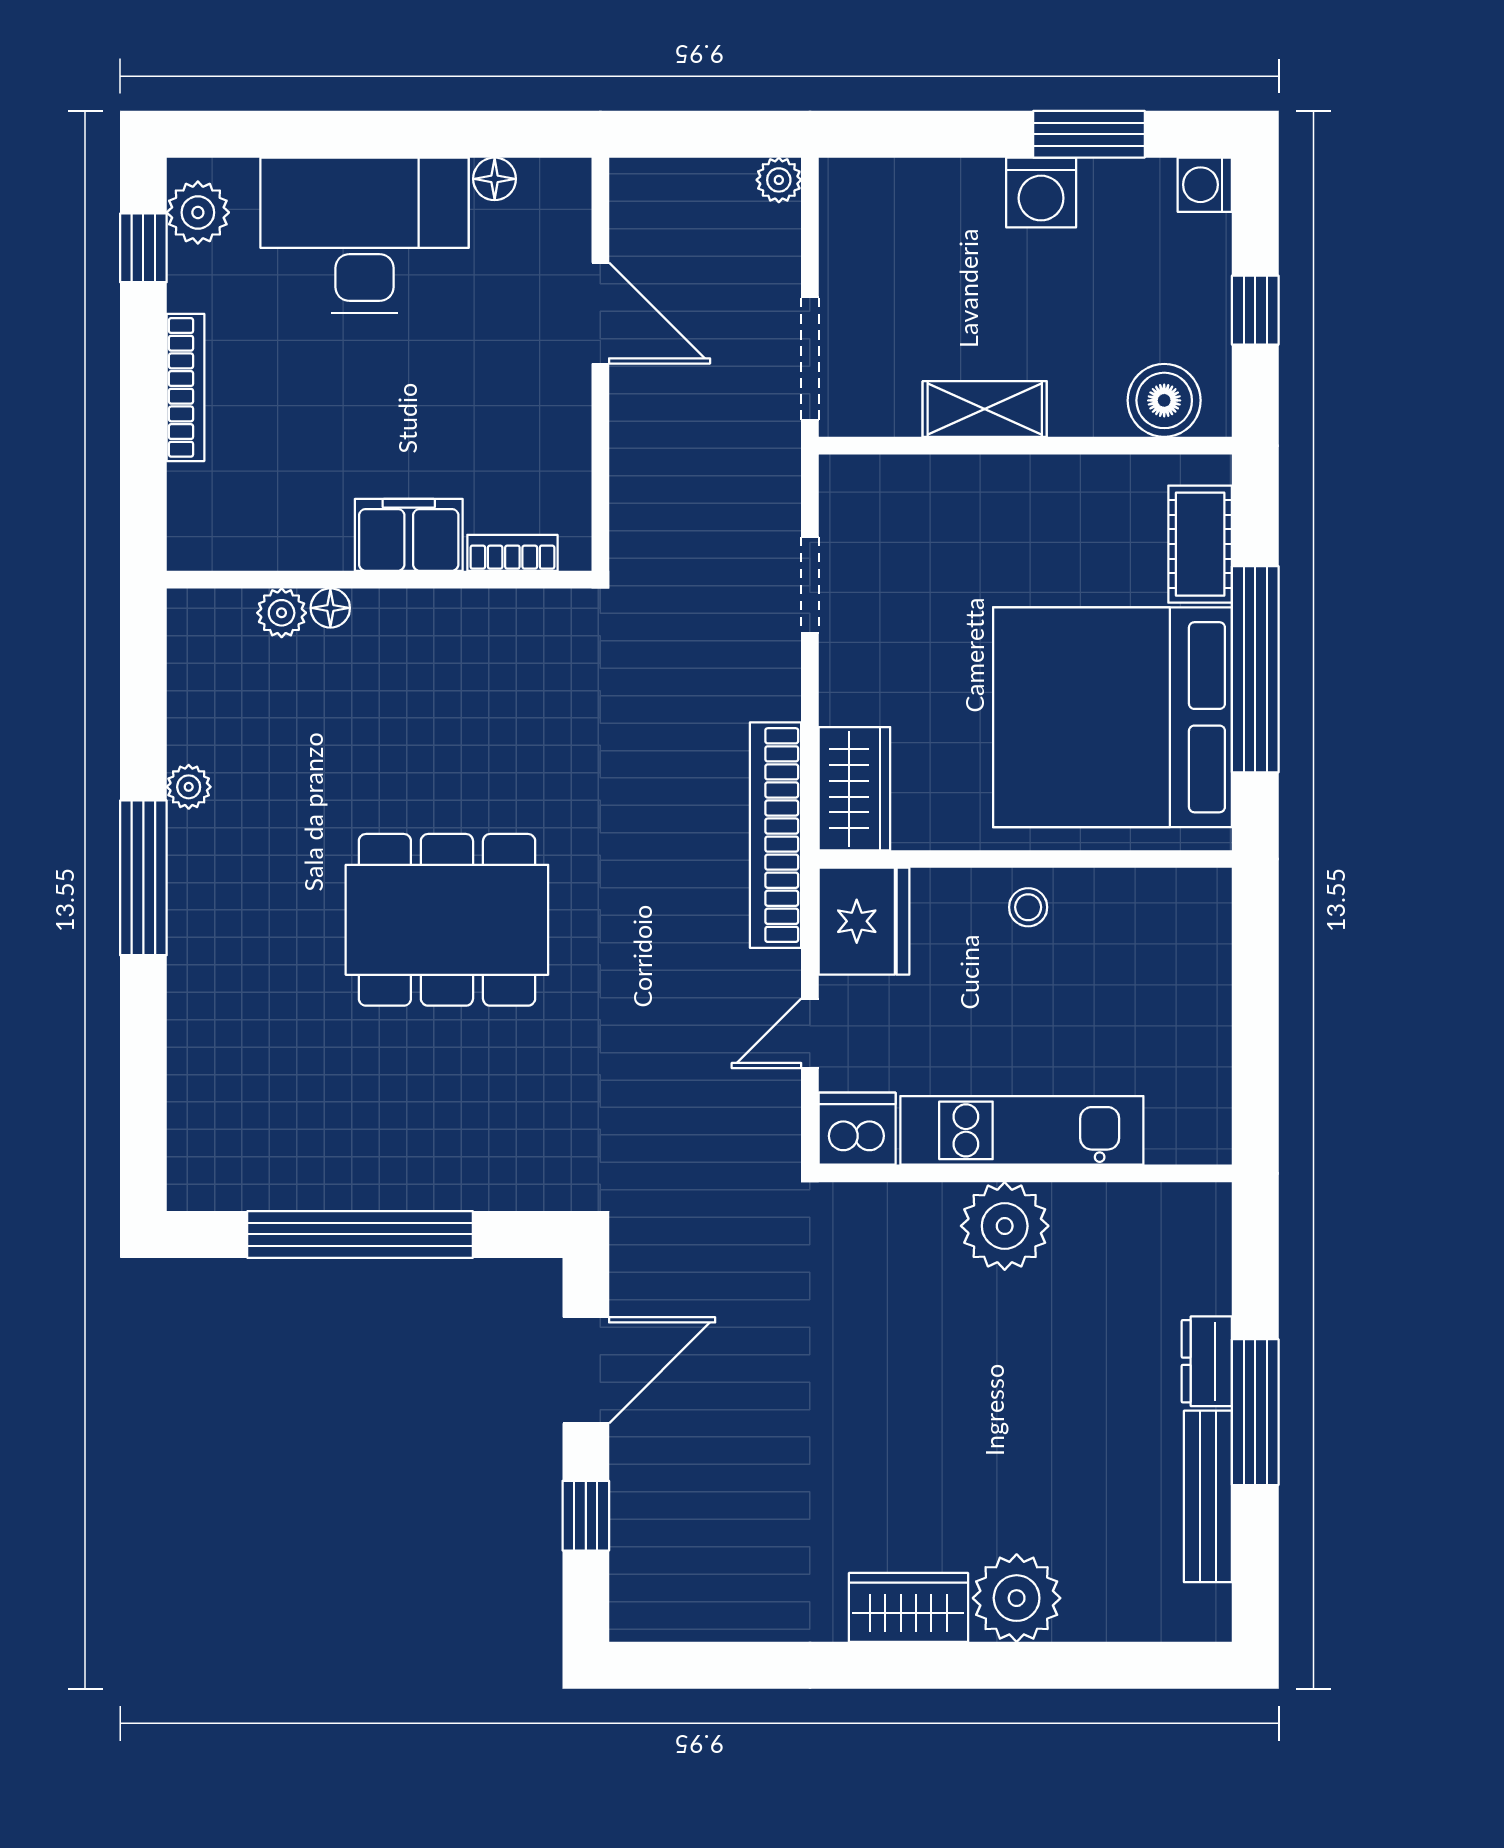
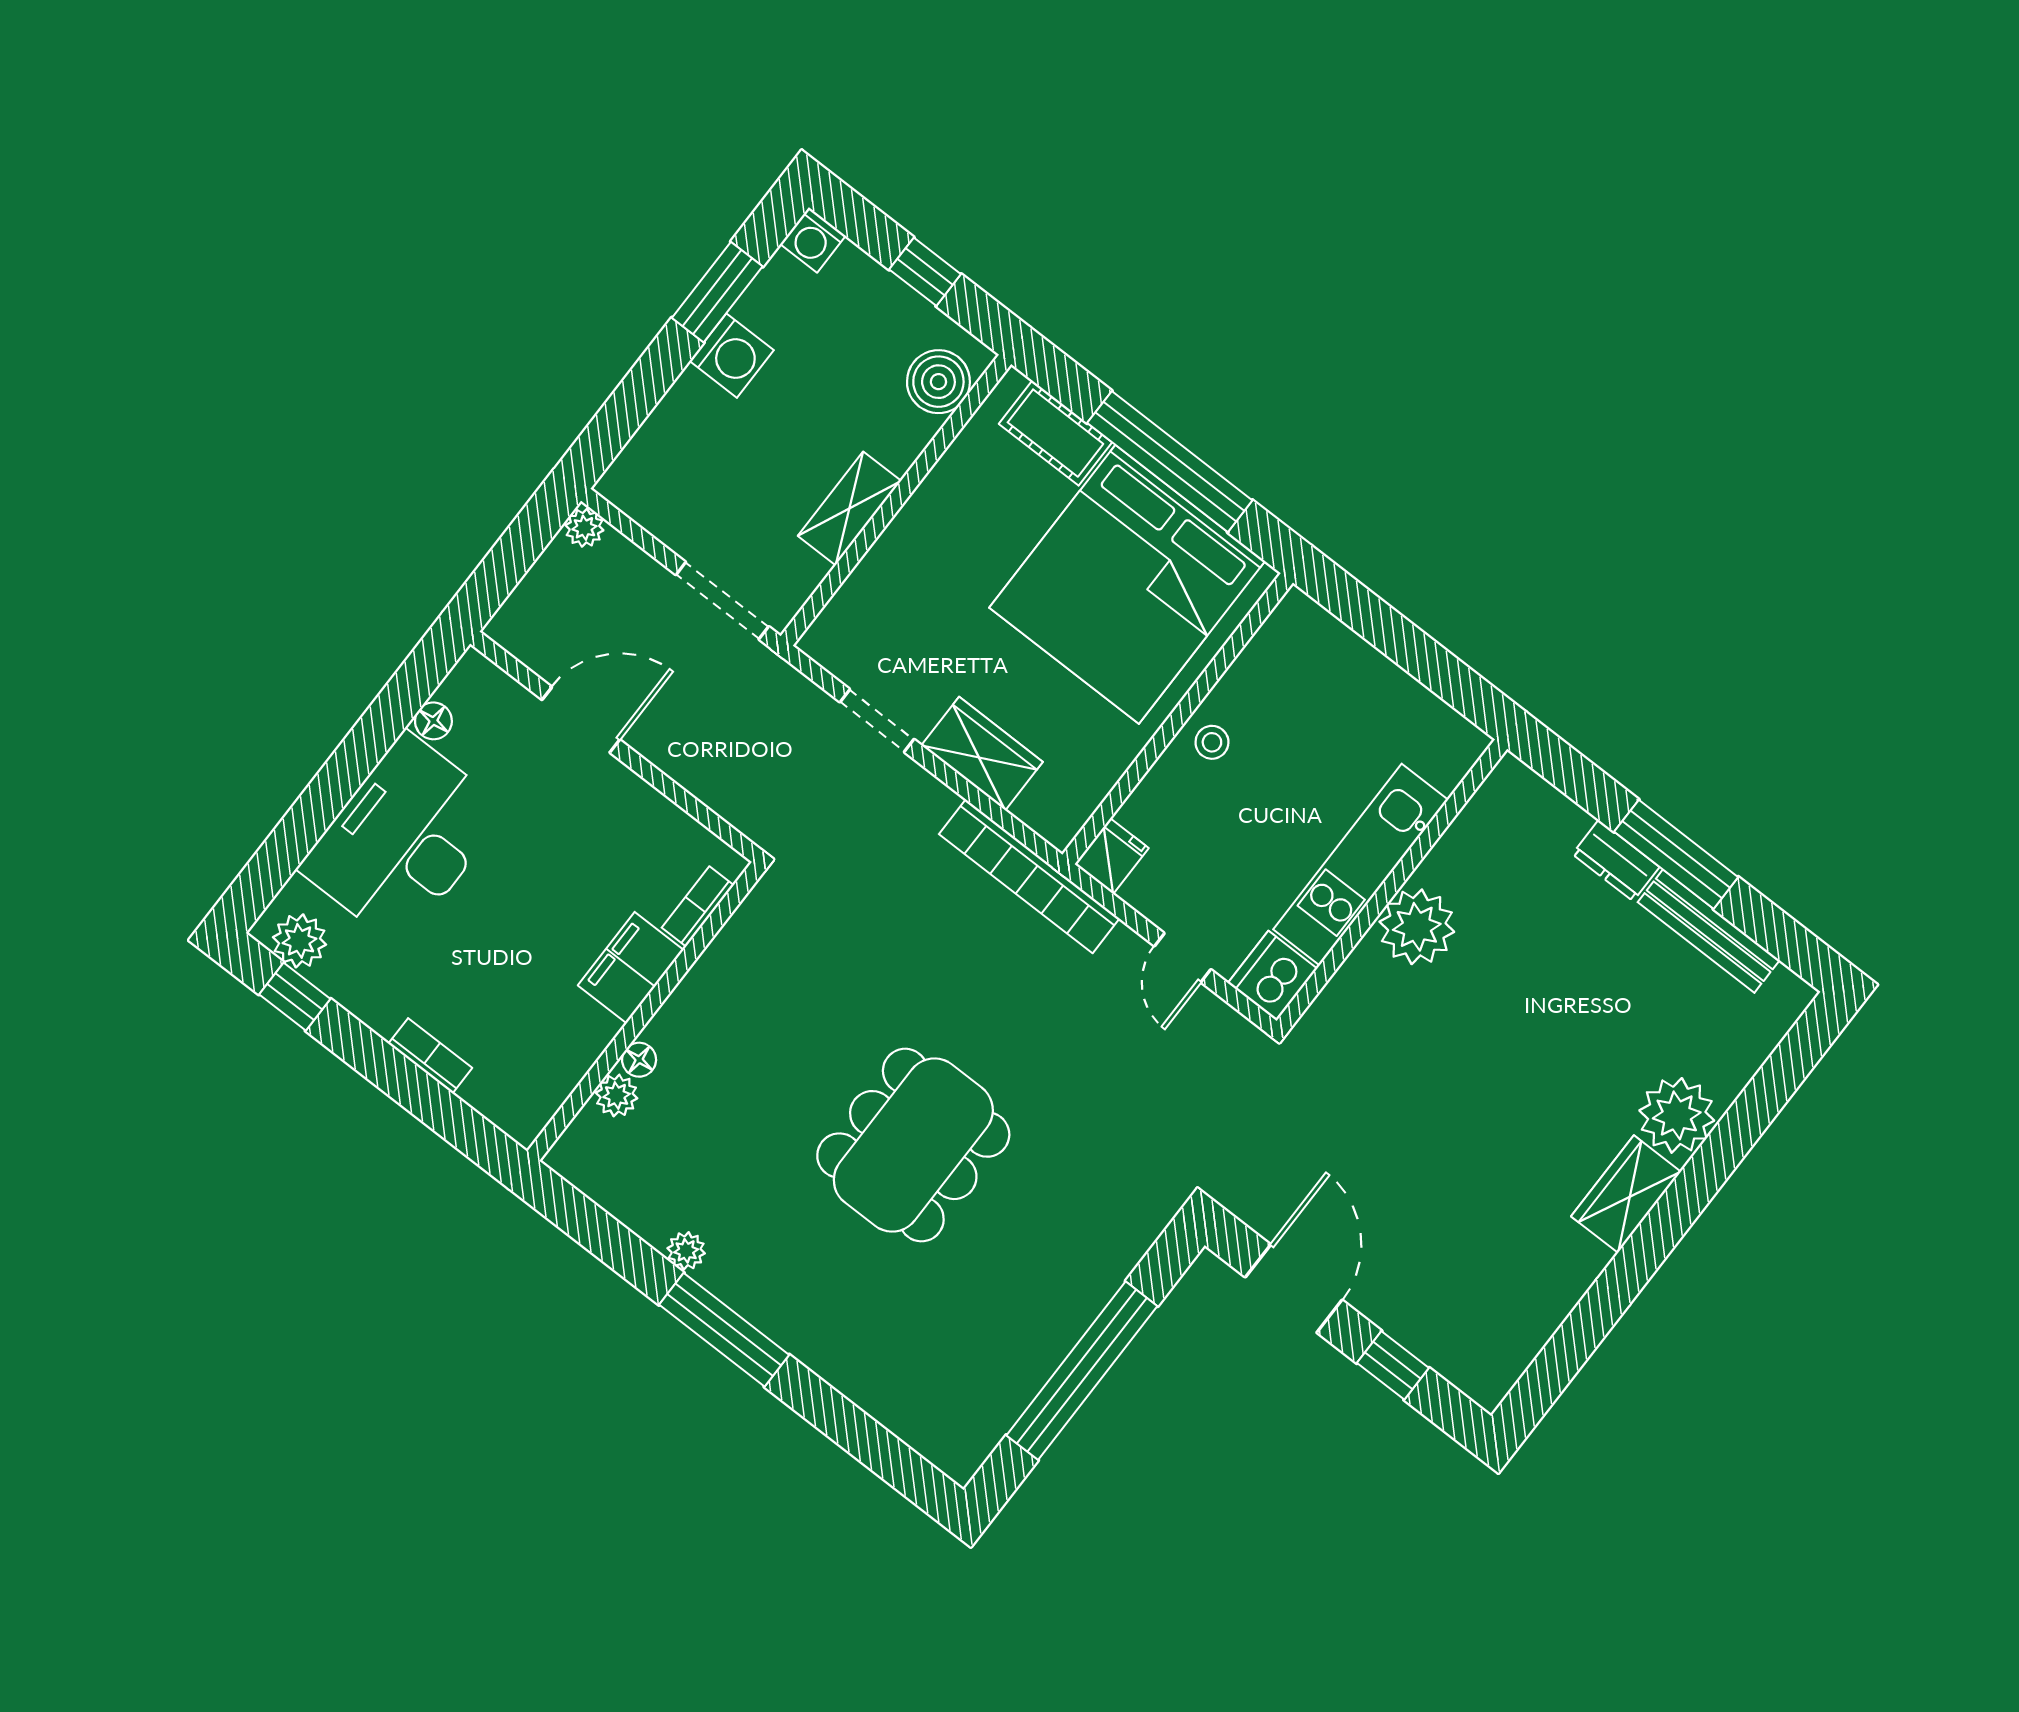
bookcase: (186, 387) -> (430, 1056), width x0.64
wardrobe: (854, 789) -> (982, 754), moved
fridge: (864, 921) -> (1112, 856), width x0.53, depth x0.75

